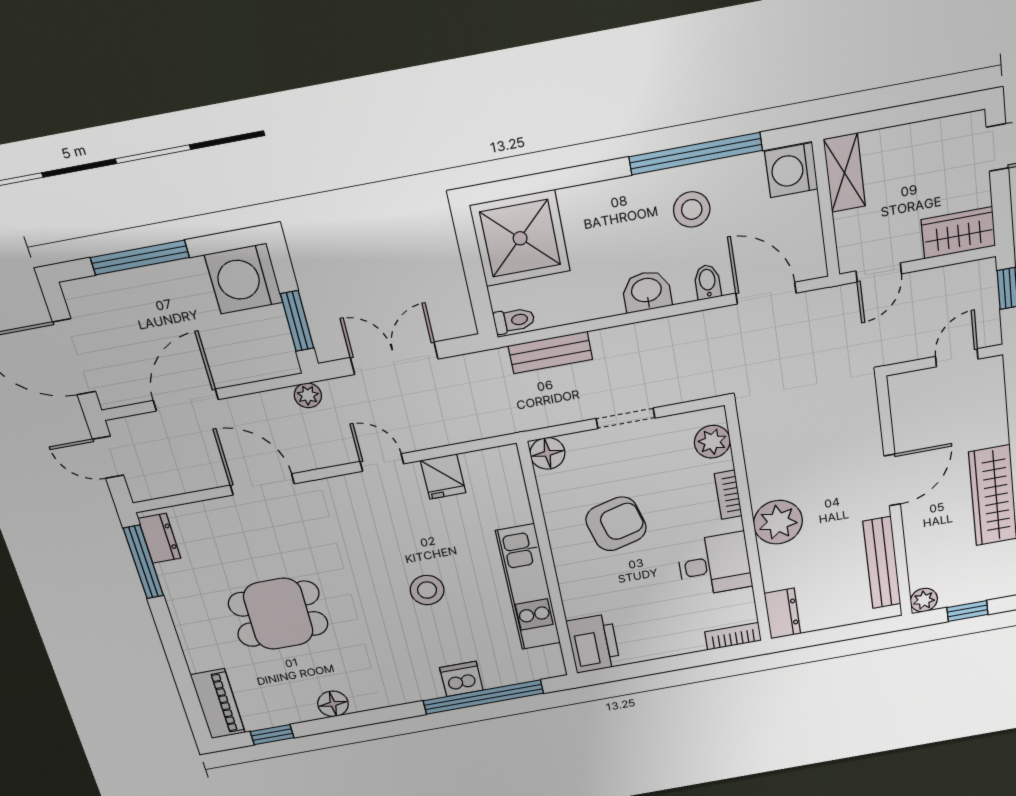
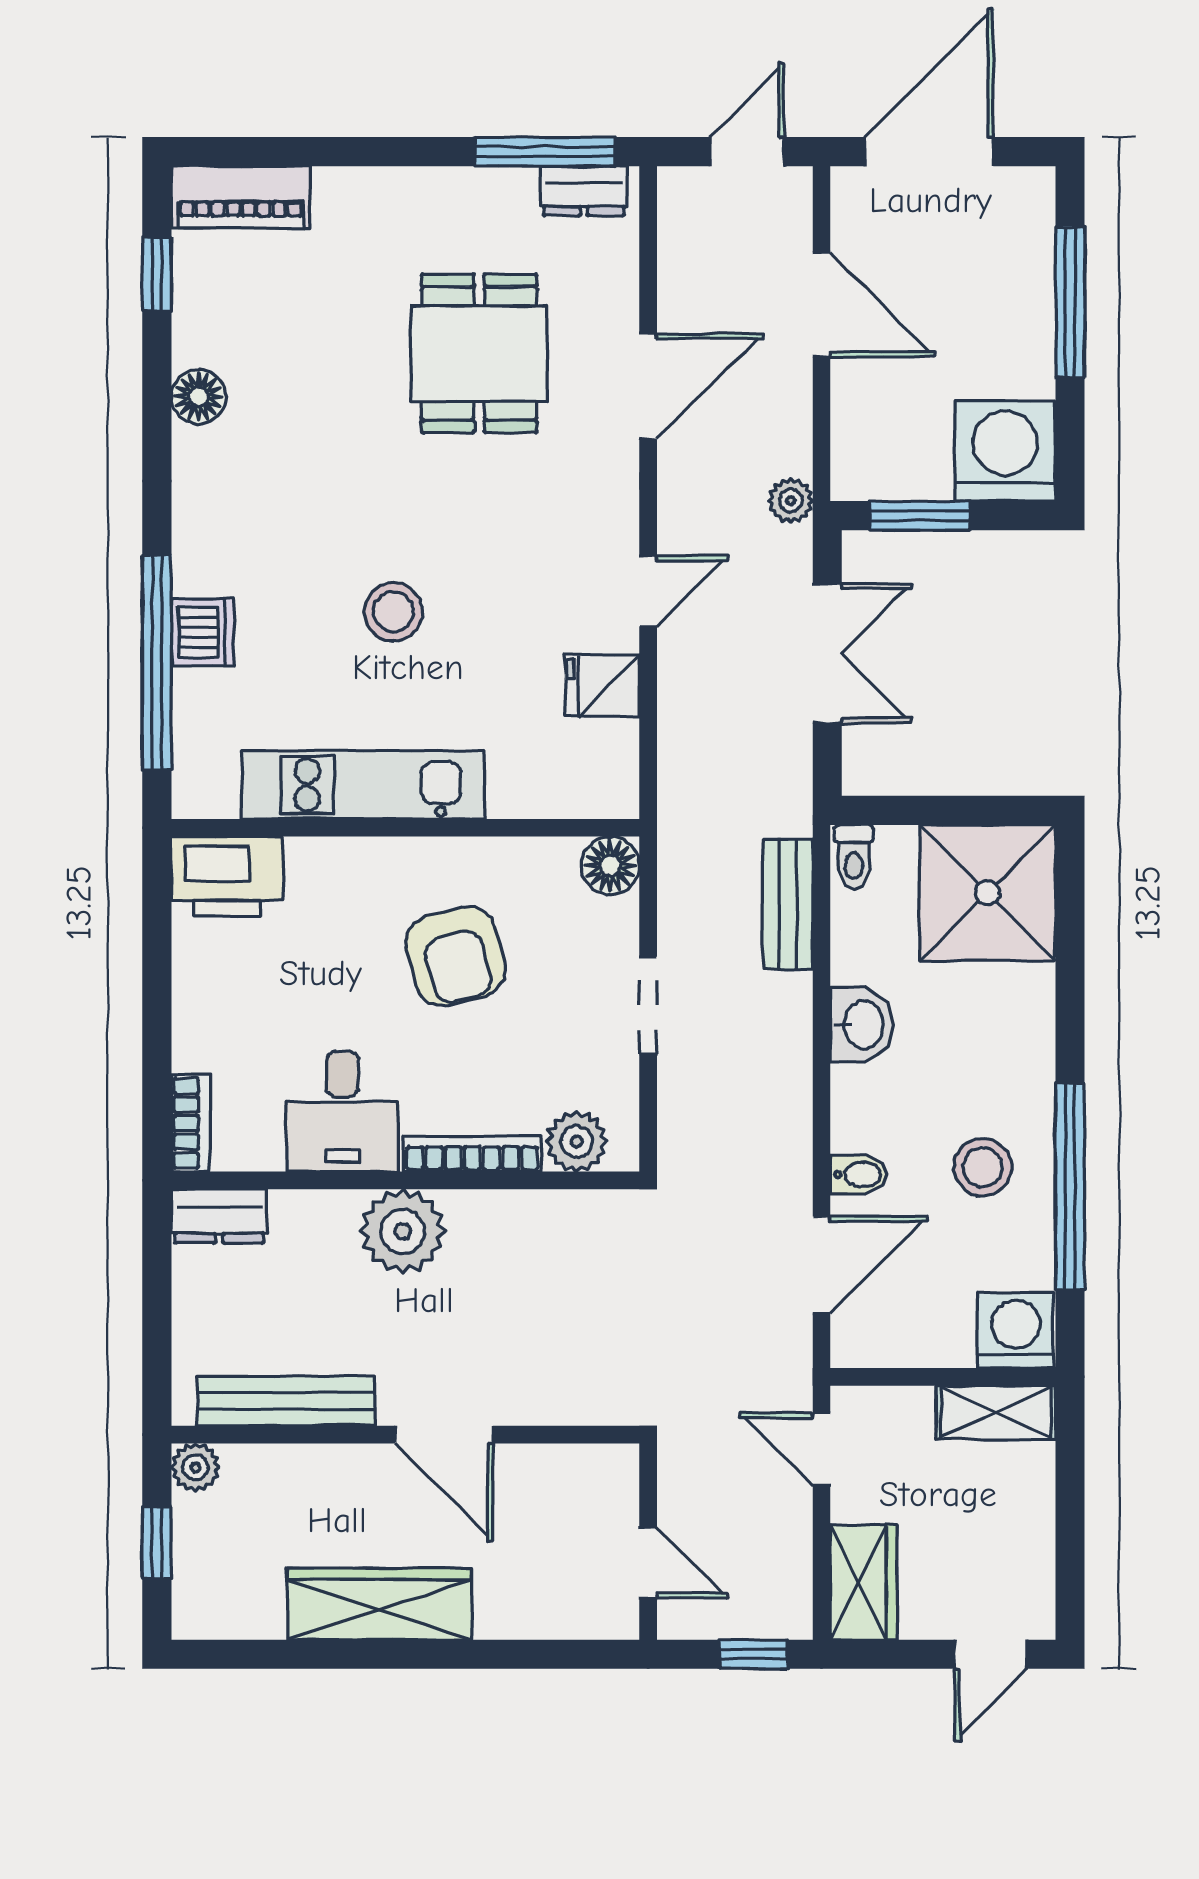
washbasin: (647, 291) -> (862, 1025), moved
bookcase: (728, 495) -> (472, 1154), width x1.56
dining table: (278, 614) -> (479, 353), moved

